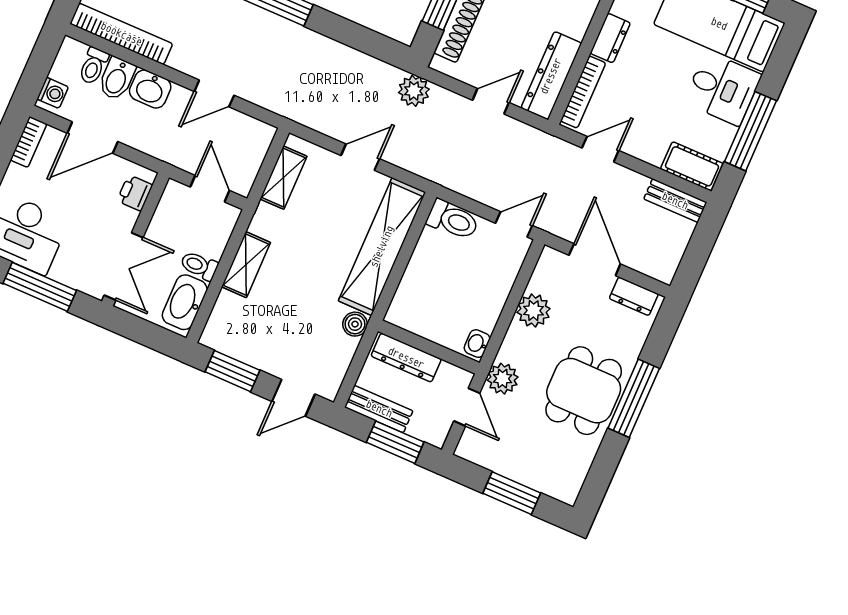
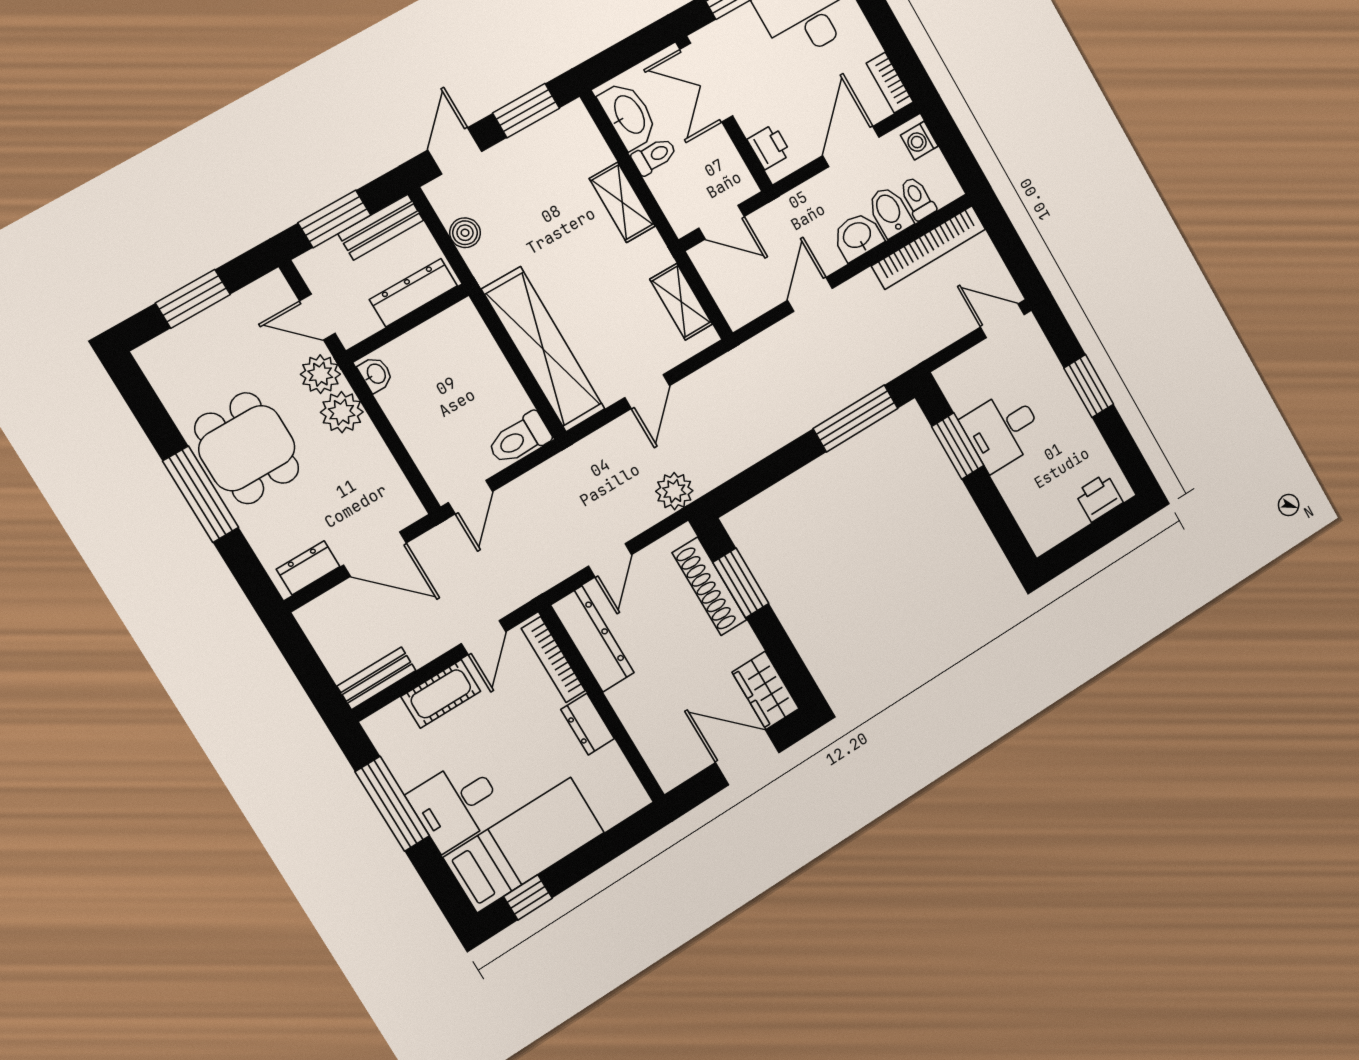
cot: (692, 166) -> (441, 694), moved
plant: (534, 311) -> (342, 412), moved
boiler: (355, 324) -> (465, 233), moved

